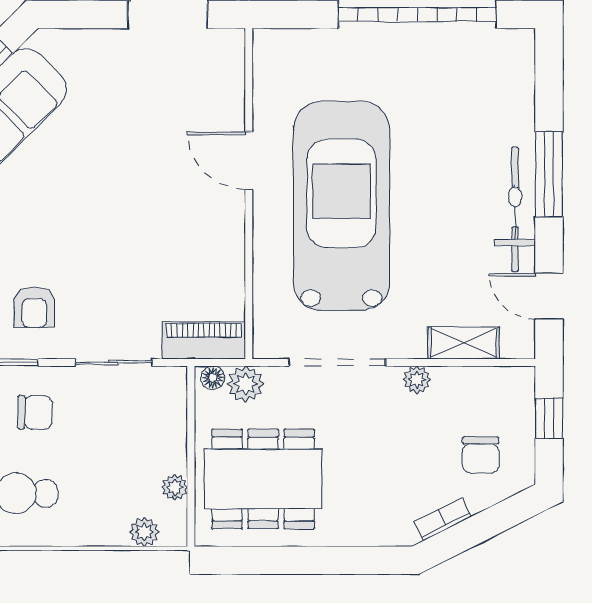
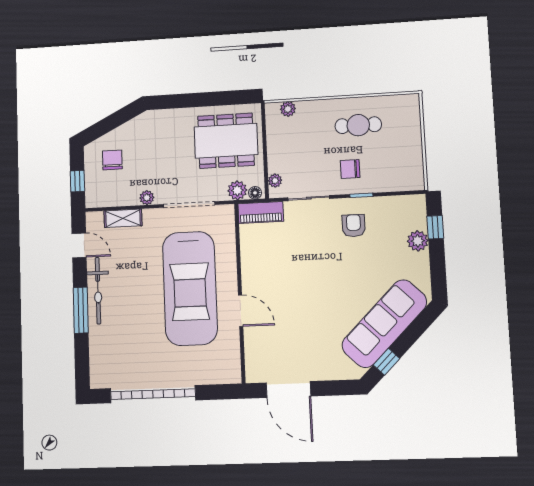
plant: (175, 487) -> (275, 181), moved
bookcase: (443, 519) -> (131, 125), removed

